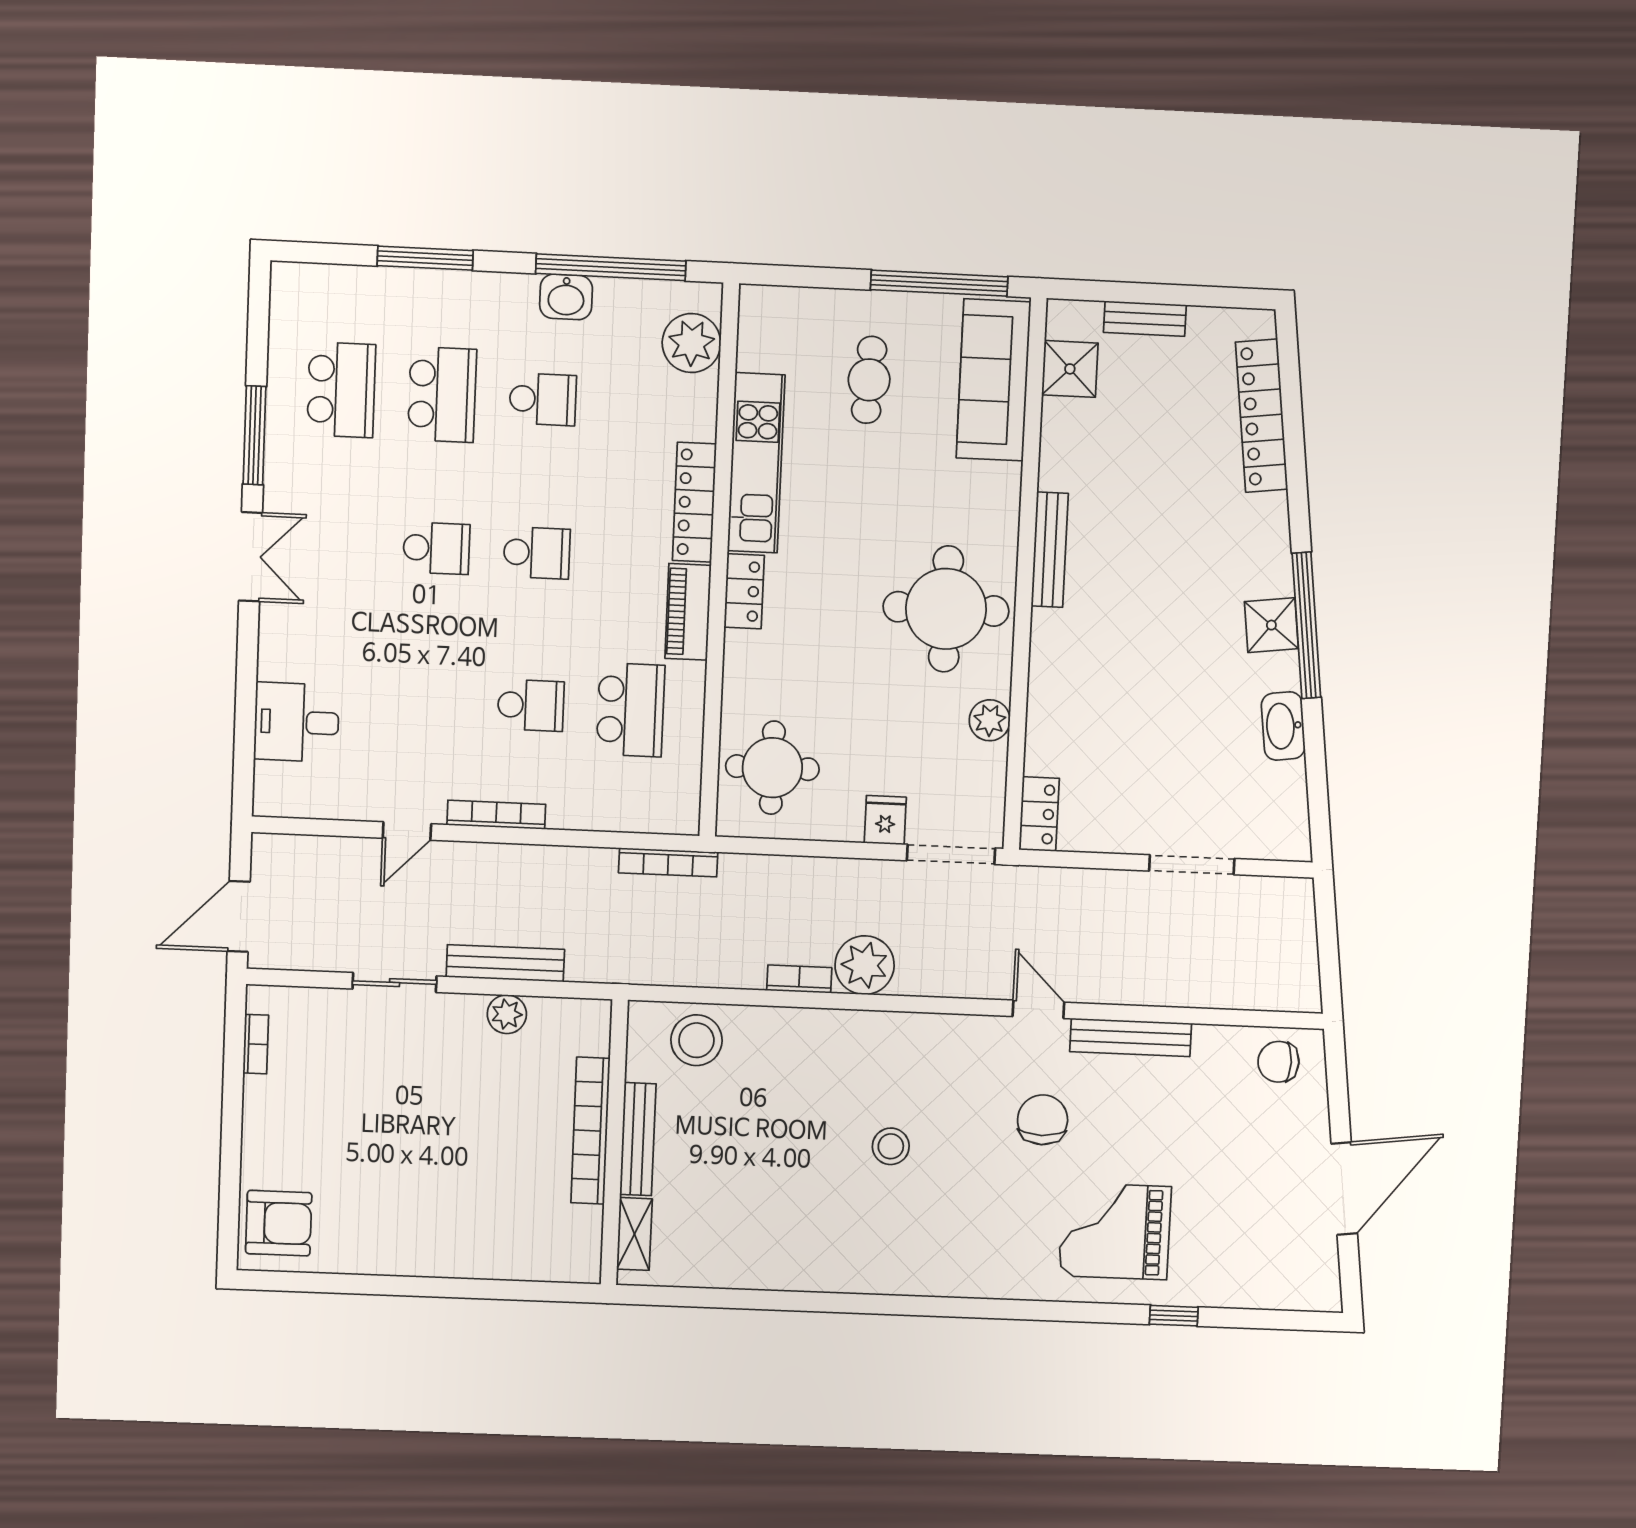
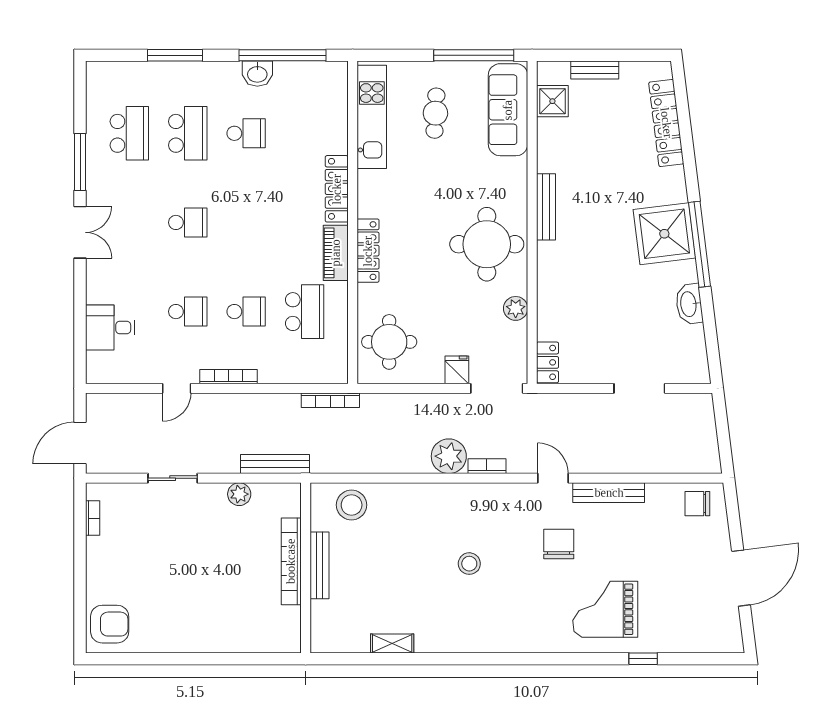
plant: (692, 343) -> (331, 97), removed
kitchen unit: (756, 463) -> (372, 117), moved
school desk: (537, 553) -> (188, 312), moved
locker: (744, 591) -> (368, 251), width x1.53
shower: (1271, 625) -> (664, 234), width x1.86, depth x1.86
bench: (505, 963) -> (275, 464), moved
bookcase: (799, 979) -> (487, 466), moved
shelving: (634, 1234) -> (392, 644), moved, turned 90

